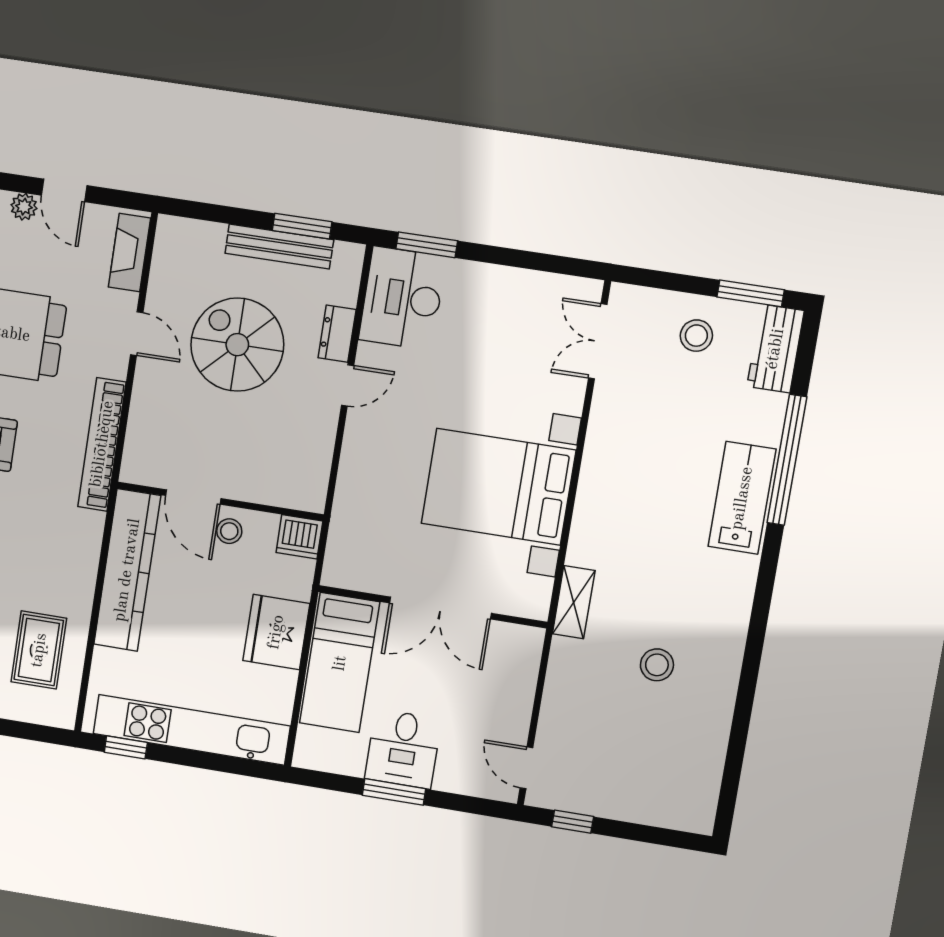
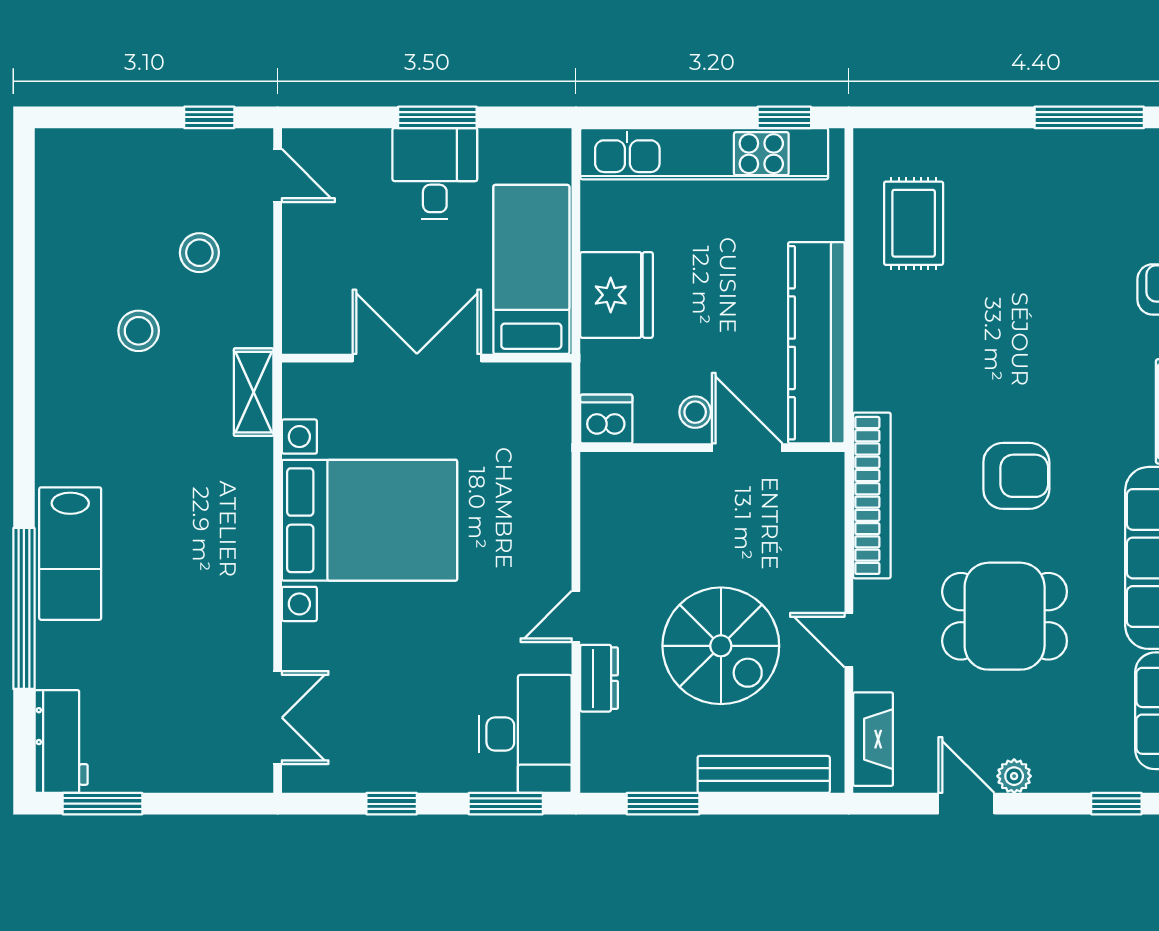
bench: (279, 246) -> (764, 774), moved
window: (518, 258) -> (392, 804), added
stool: (696, 336) -> (199, 253), moved

